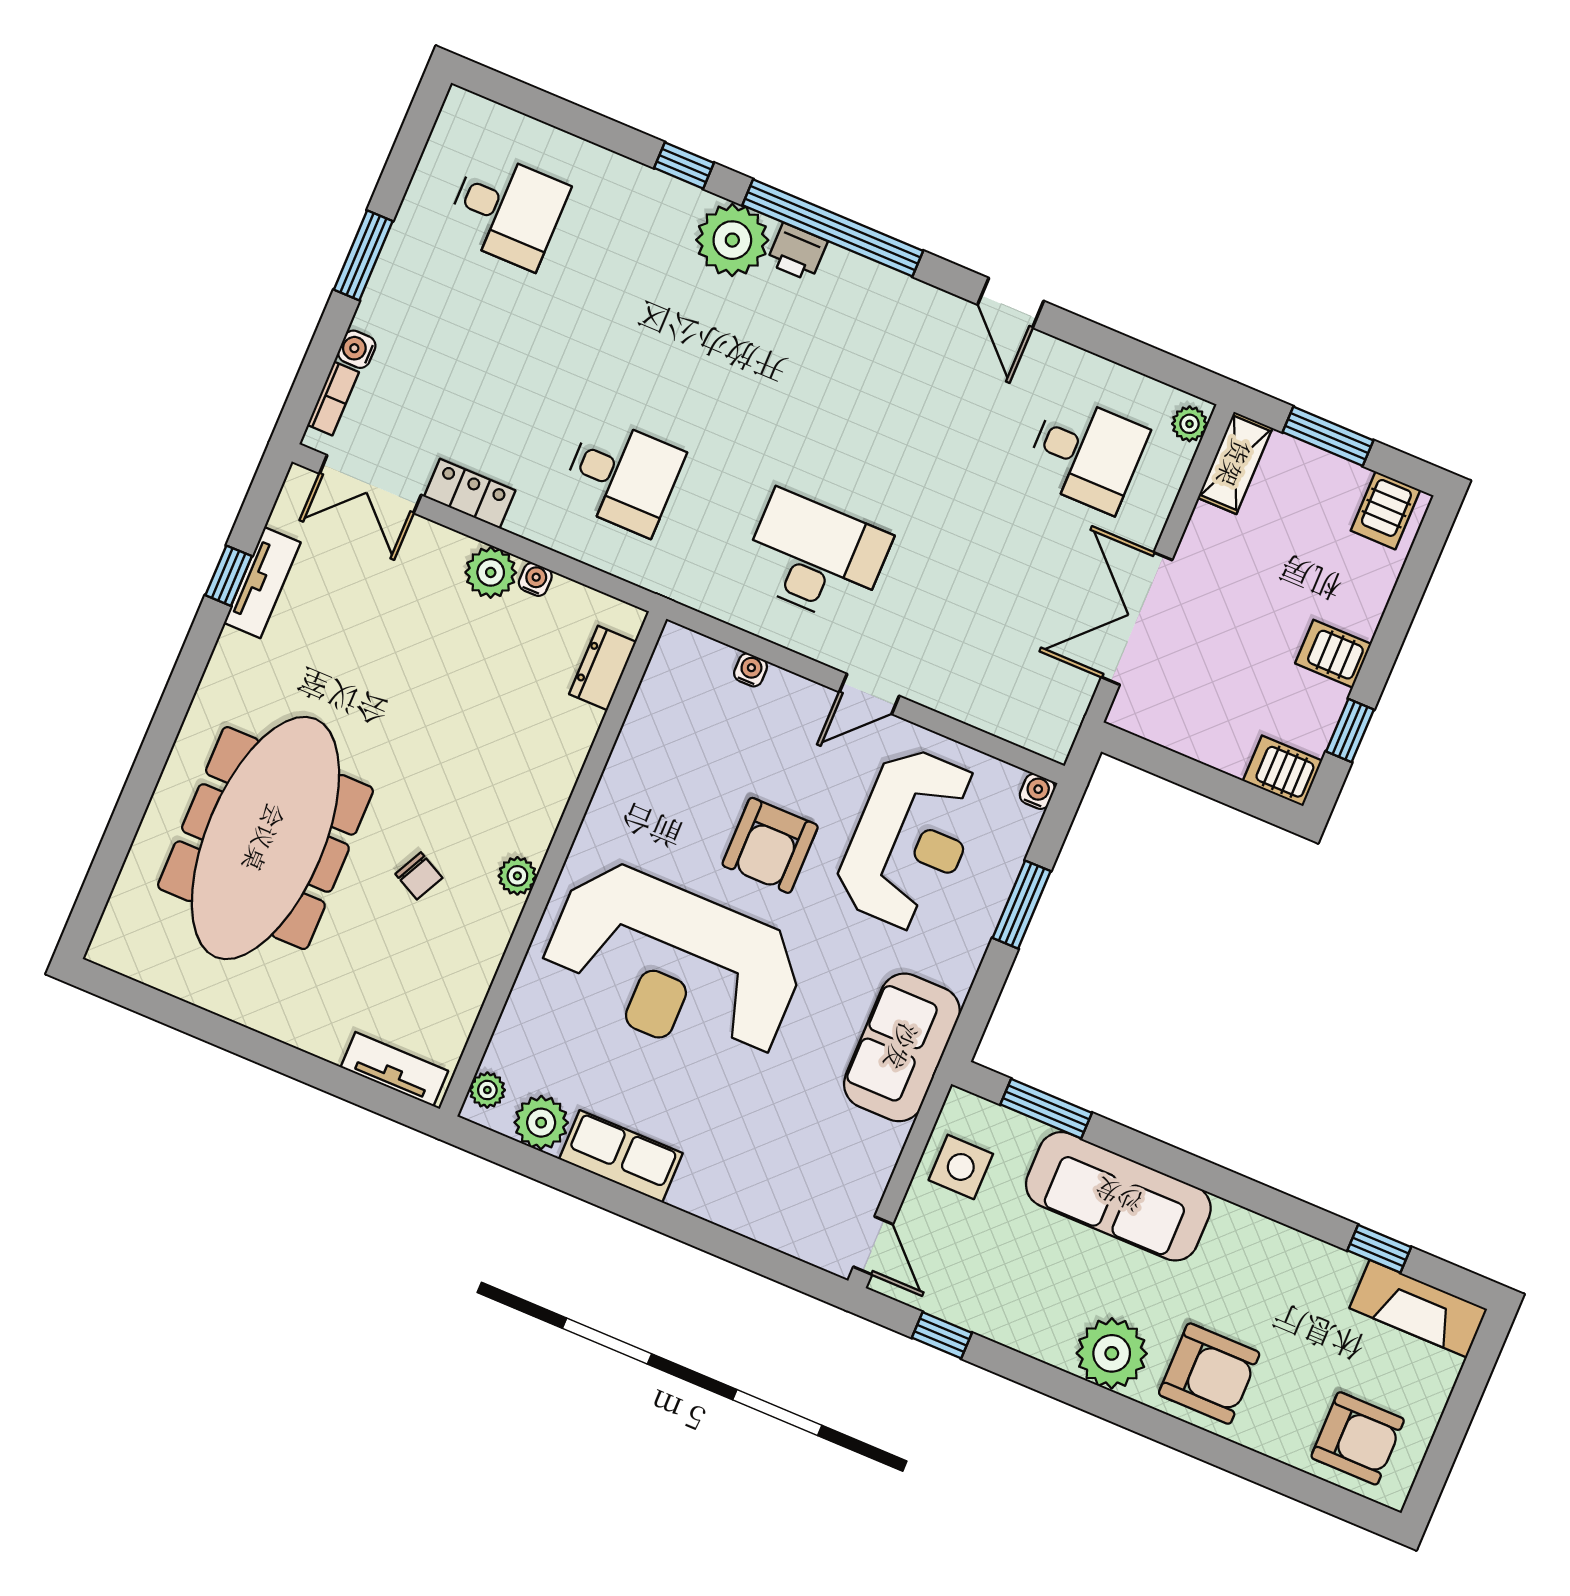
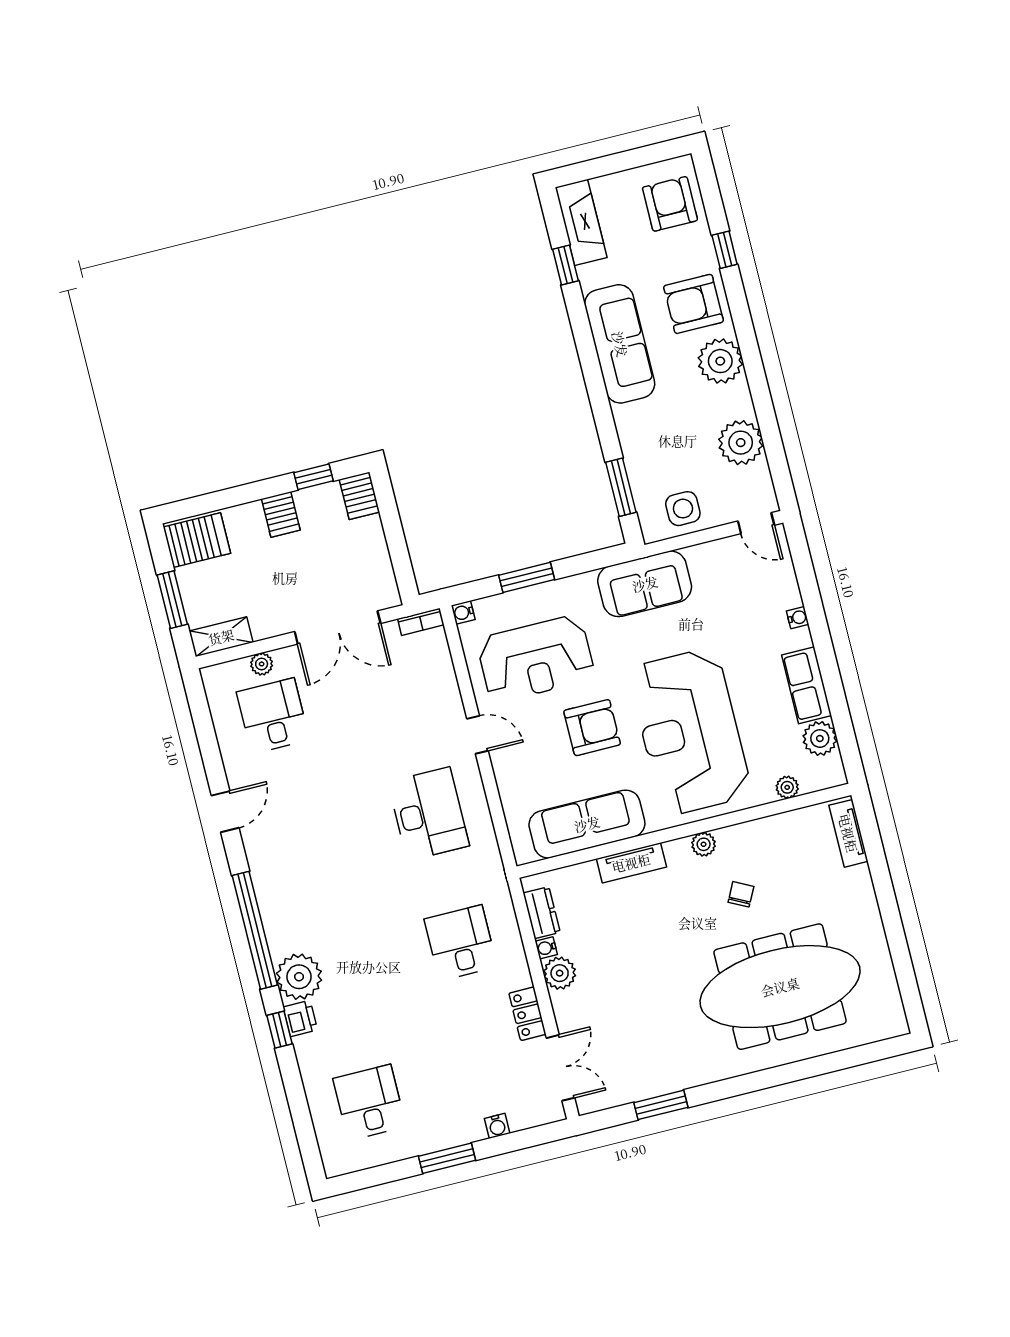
printer: (797, 252) -> (300, 1018), moved
bookcase: (333, 399) -> (421, 622), moved, turned 180
plant: (1190, 424) -> (262, 664), moved
server rack: (1385, 510) -> (197, 540), width x1.36, depth x1.44
desk: (816, 557) -> (429, 814), turned 180
window: (229, 576) -> (661, 1105), width x1.50
tv unit: (262, 583) -> (631, 863), moved, turned 180
dresser: (603, 668) -> (542, 913), moved, turned -90
water cooler: (751, 670) -> (798, 618), moved, turned 180
sofa: (653, 748) -> (587, 824), added
reception desk: (910, 839) -> (536, 659), turned 180
reception desk: (672, 965) -> (690, 732), turned 180
plant: (487, 1090) -> (787, 787), moved
sofa: (1118, 1196) -> (620, 344), moved
door: (873, 1246) -> (756, 523), swing flipped
plant: (989, 1302) -> (741, 443), added
window: (942, 1335) -> (725, 250), moved
armchair: (1209, 1374) -> (694, 304), turned -90

